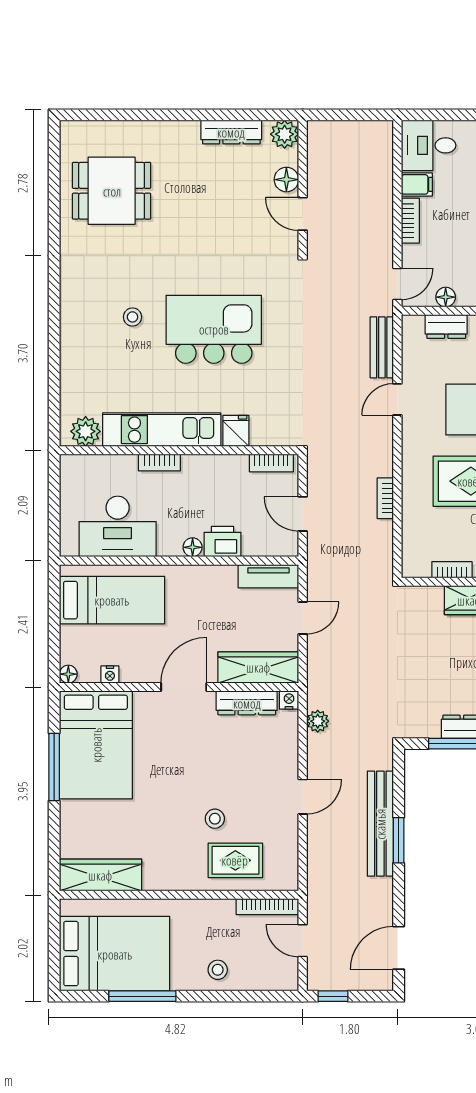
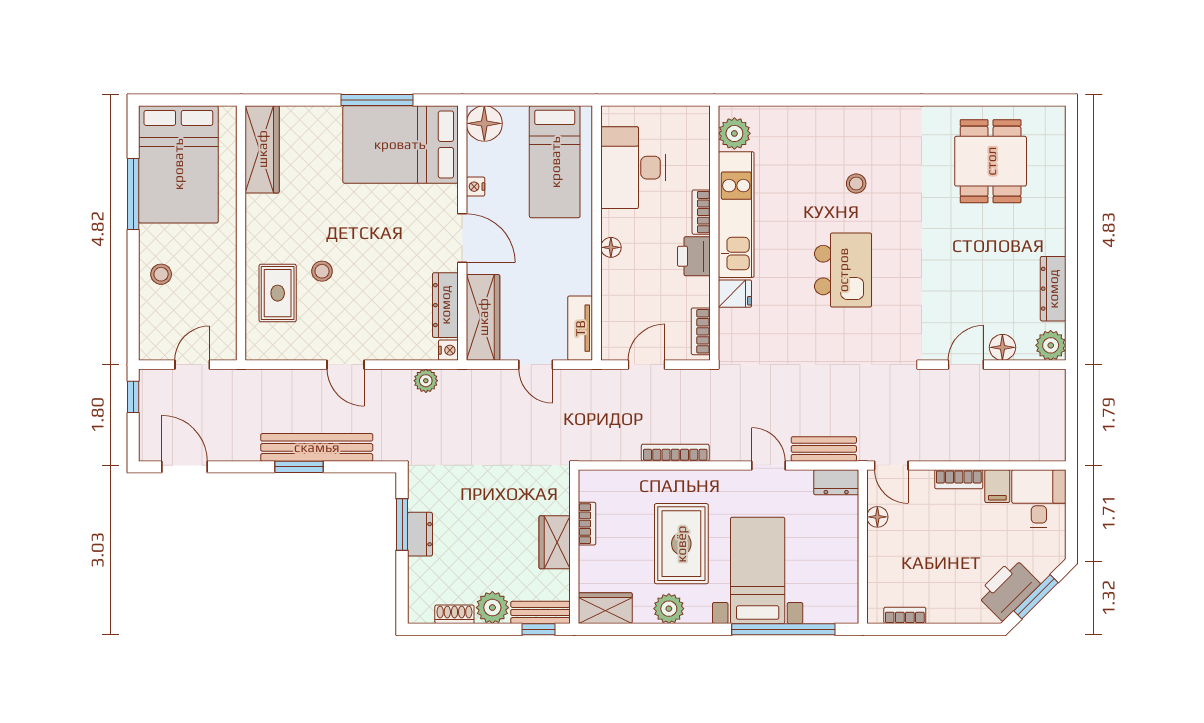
dresser: (446, 327) -> (836, 482), moved, turned -90
kitchen island: (214, 329) -> (843, 270), width x0.73, depth x0.78
bookcase: (385, 498) -> (675, 453), width x1.56
printer: (223, 542) -> (694, 256), moved, turned 180
floor lamp: (68, 674) -> (484, 123), width x1.89, depth x1.89
nightstand: (110, 674) -> (476, 187), moved
bookcase: (267, 907) -> (228, 327), removed

